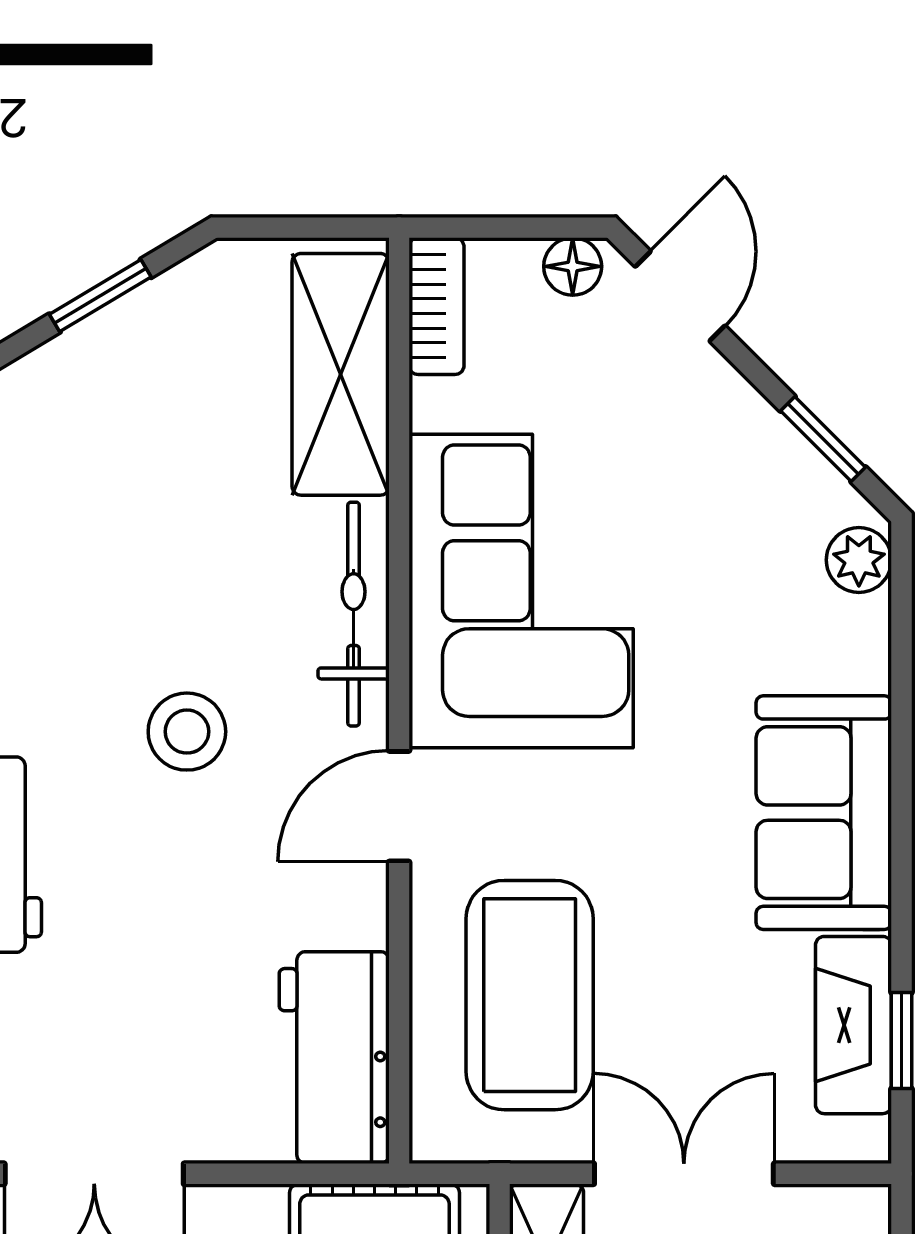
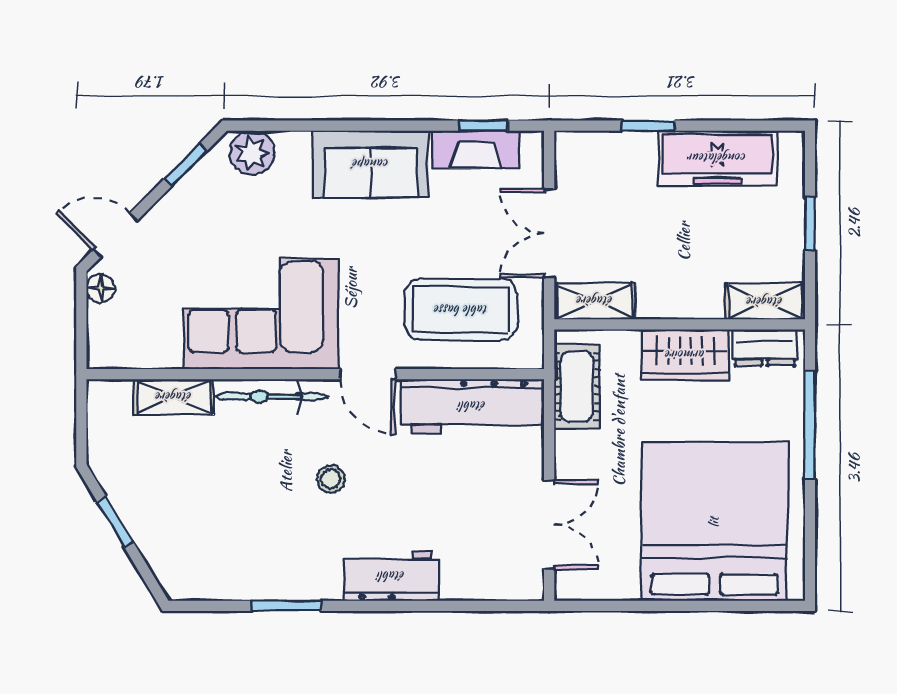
bookcase: (437, 306) -> (120, 356), removed
shelving: (341, 374) -> (174, 397), width x0.67, depth x0.75
plant: (859, 560) -> (252, 153), width x1.38, depth x1.38
stool: (187, 732) -> (331, 479), width x0.73, depth x0.73
workbench: (334, 1058) -> (472, 406), width x1.38

